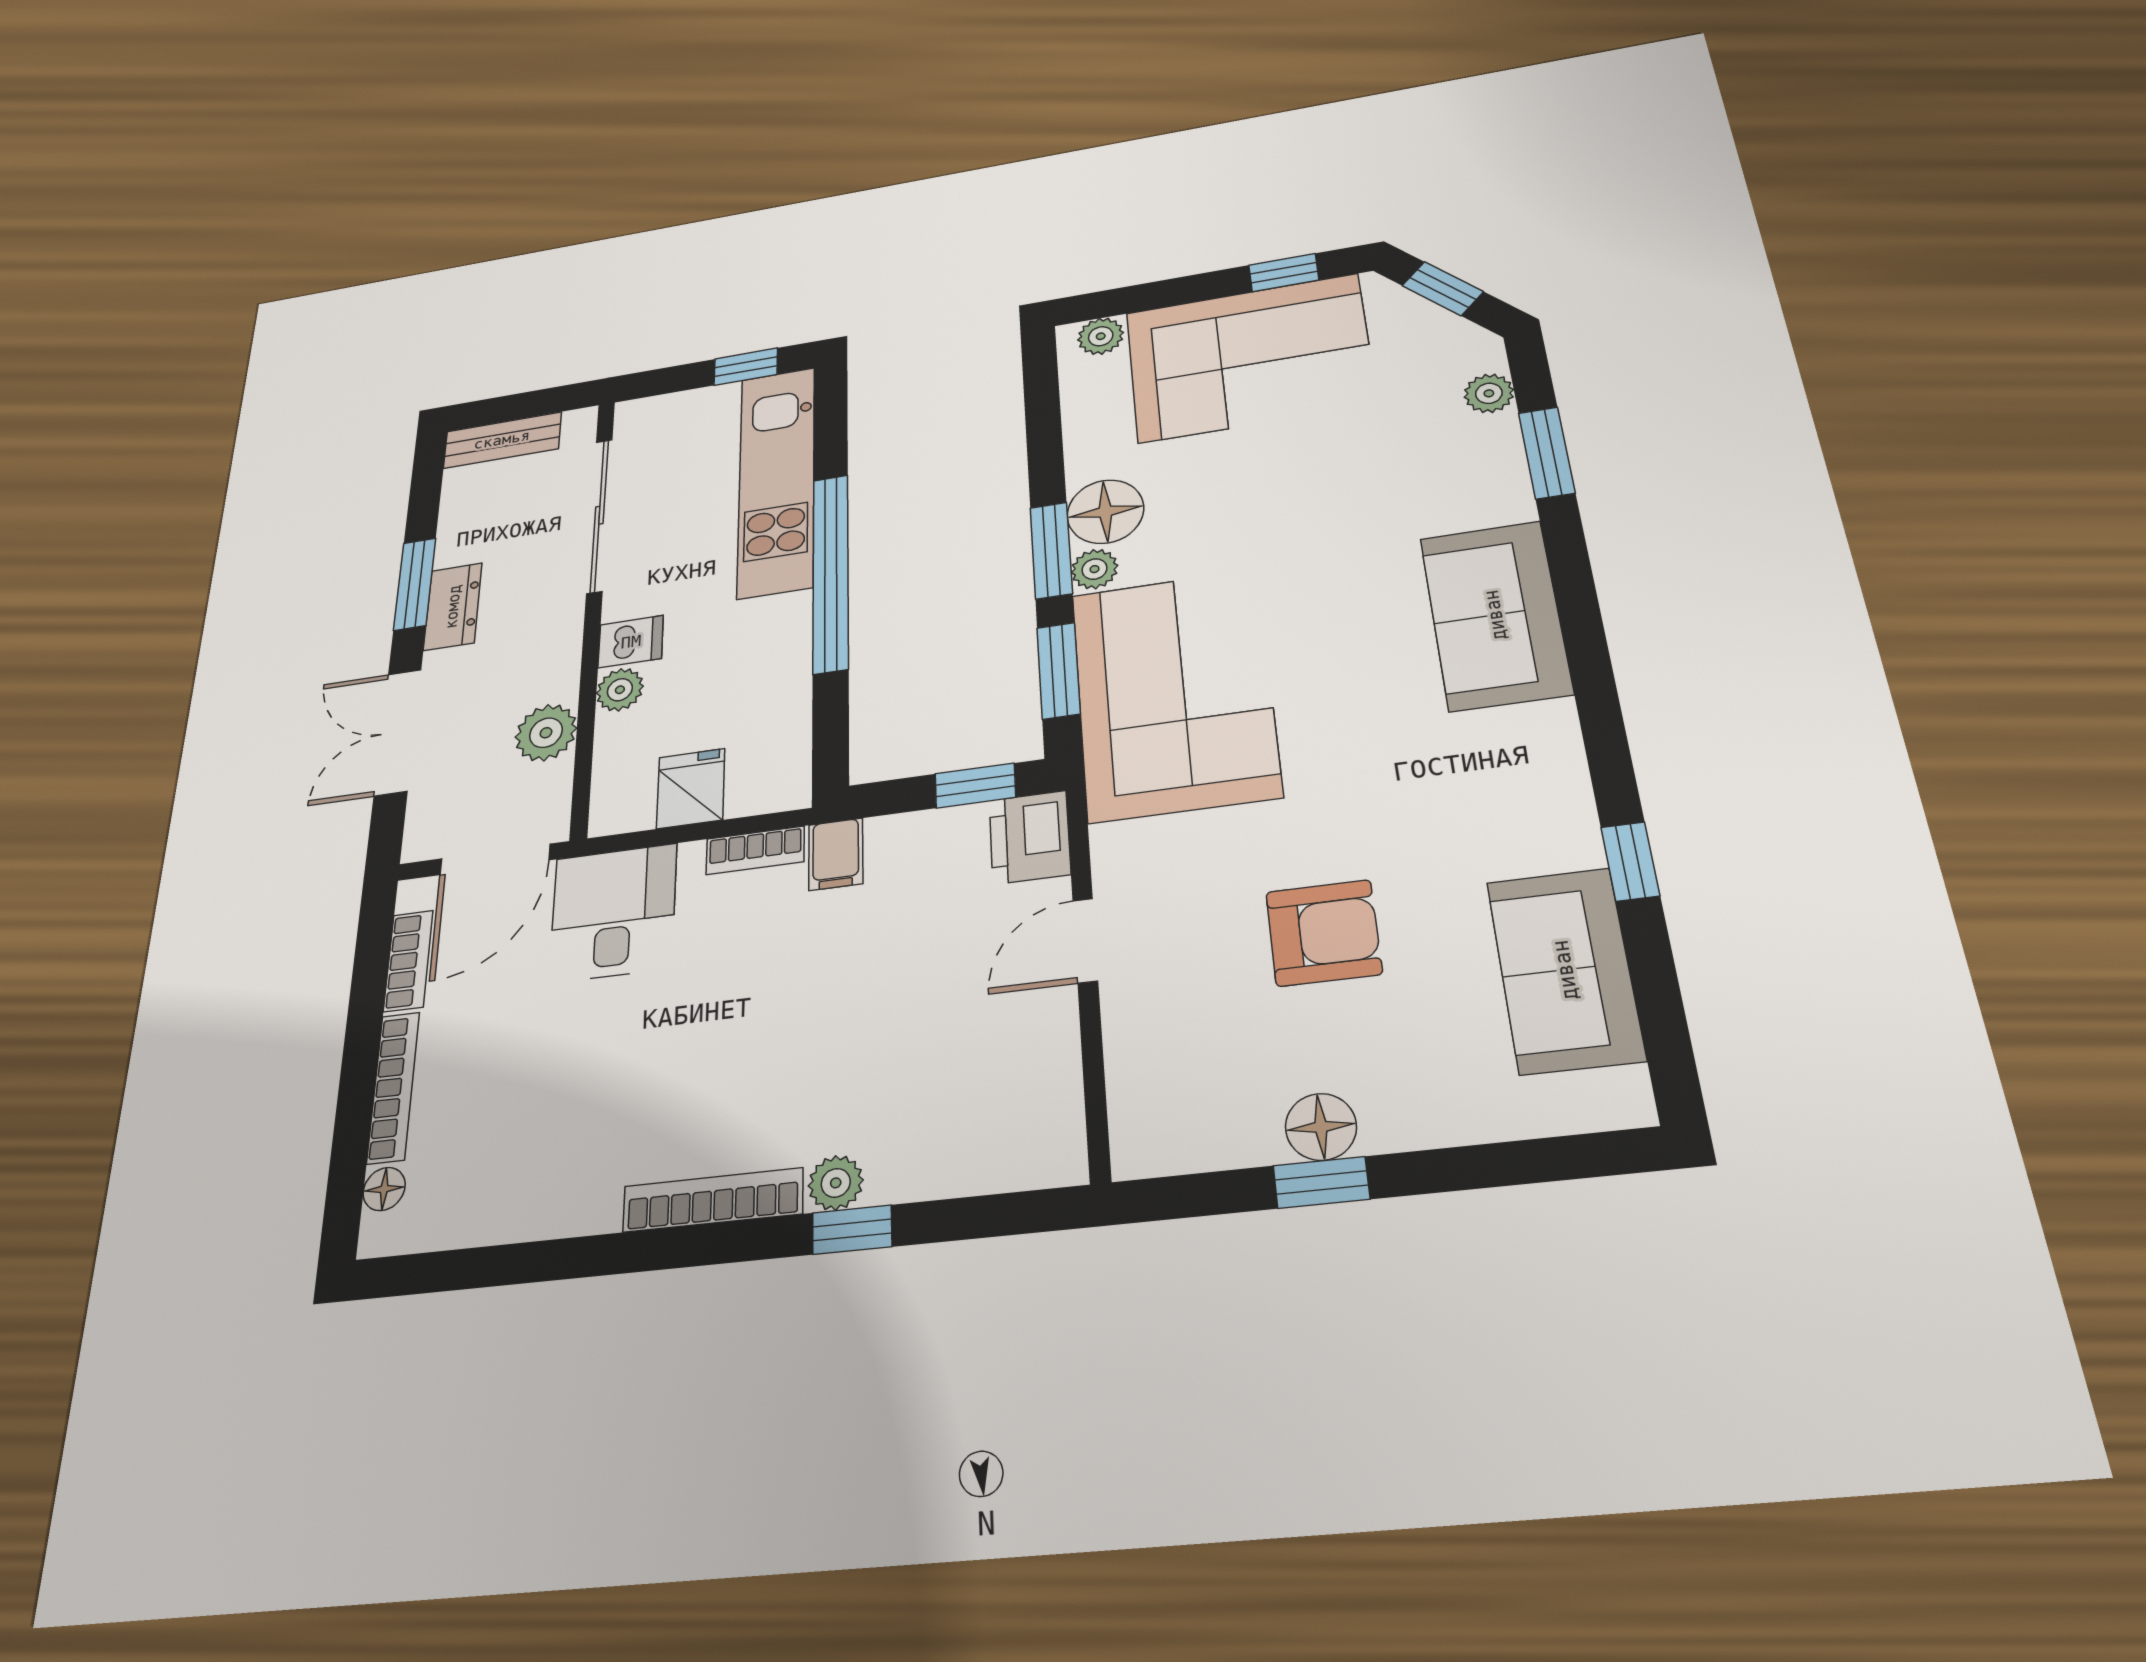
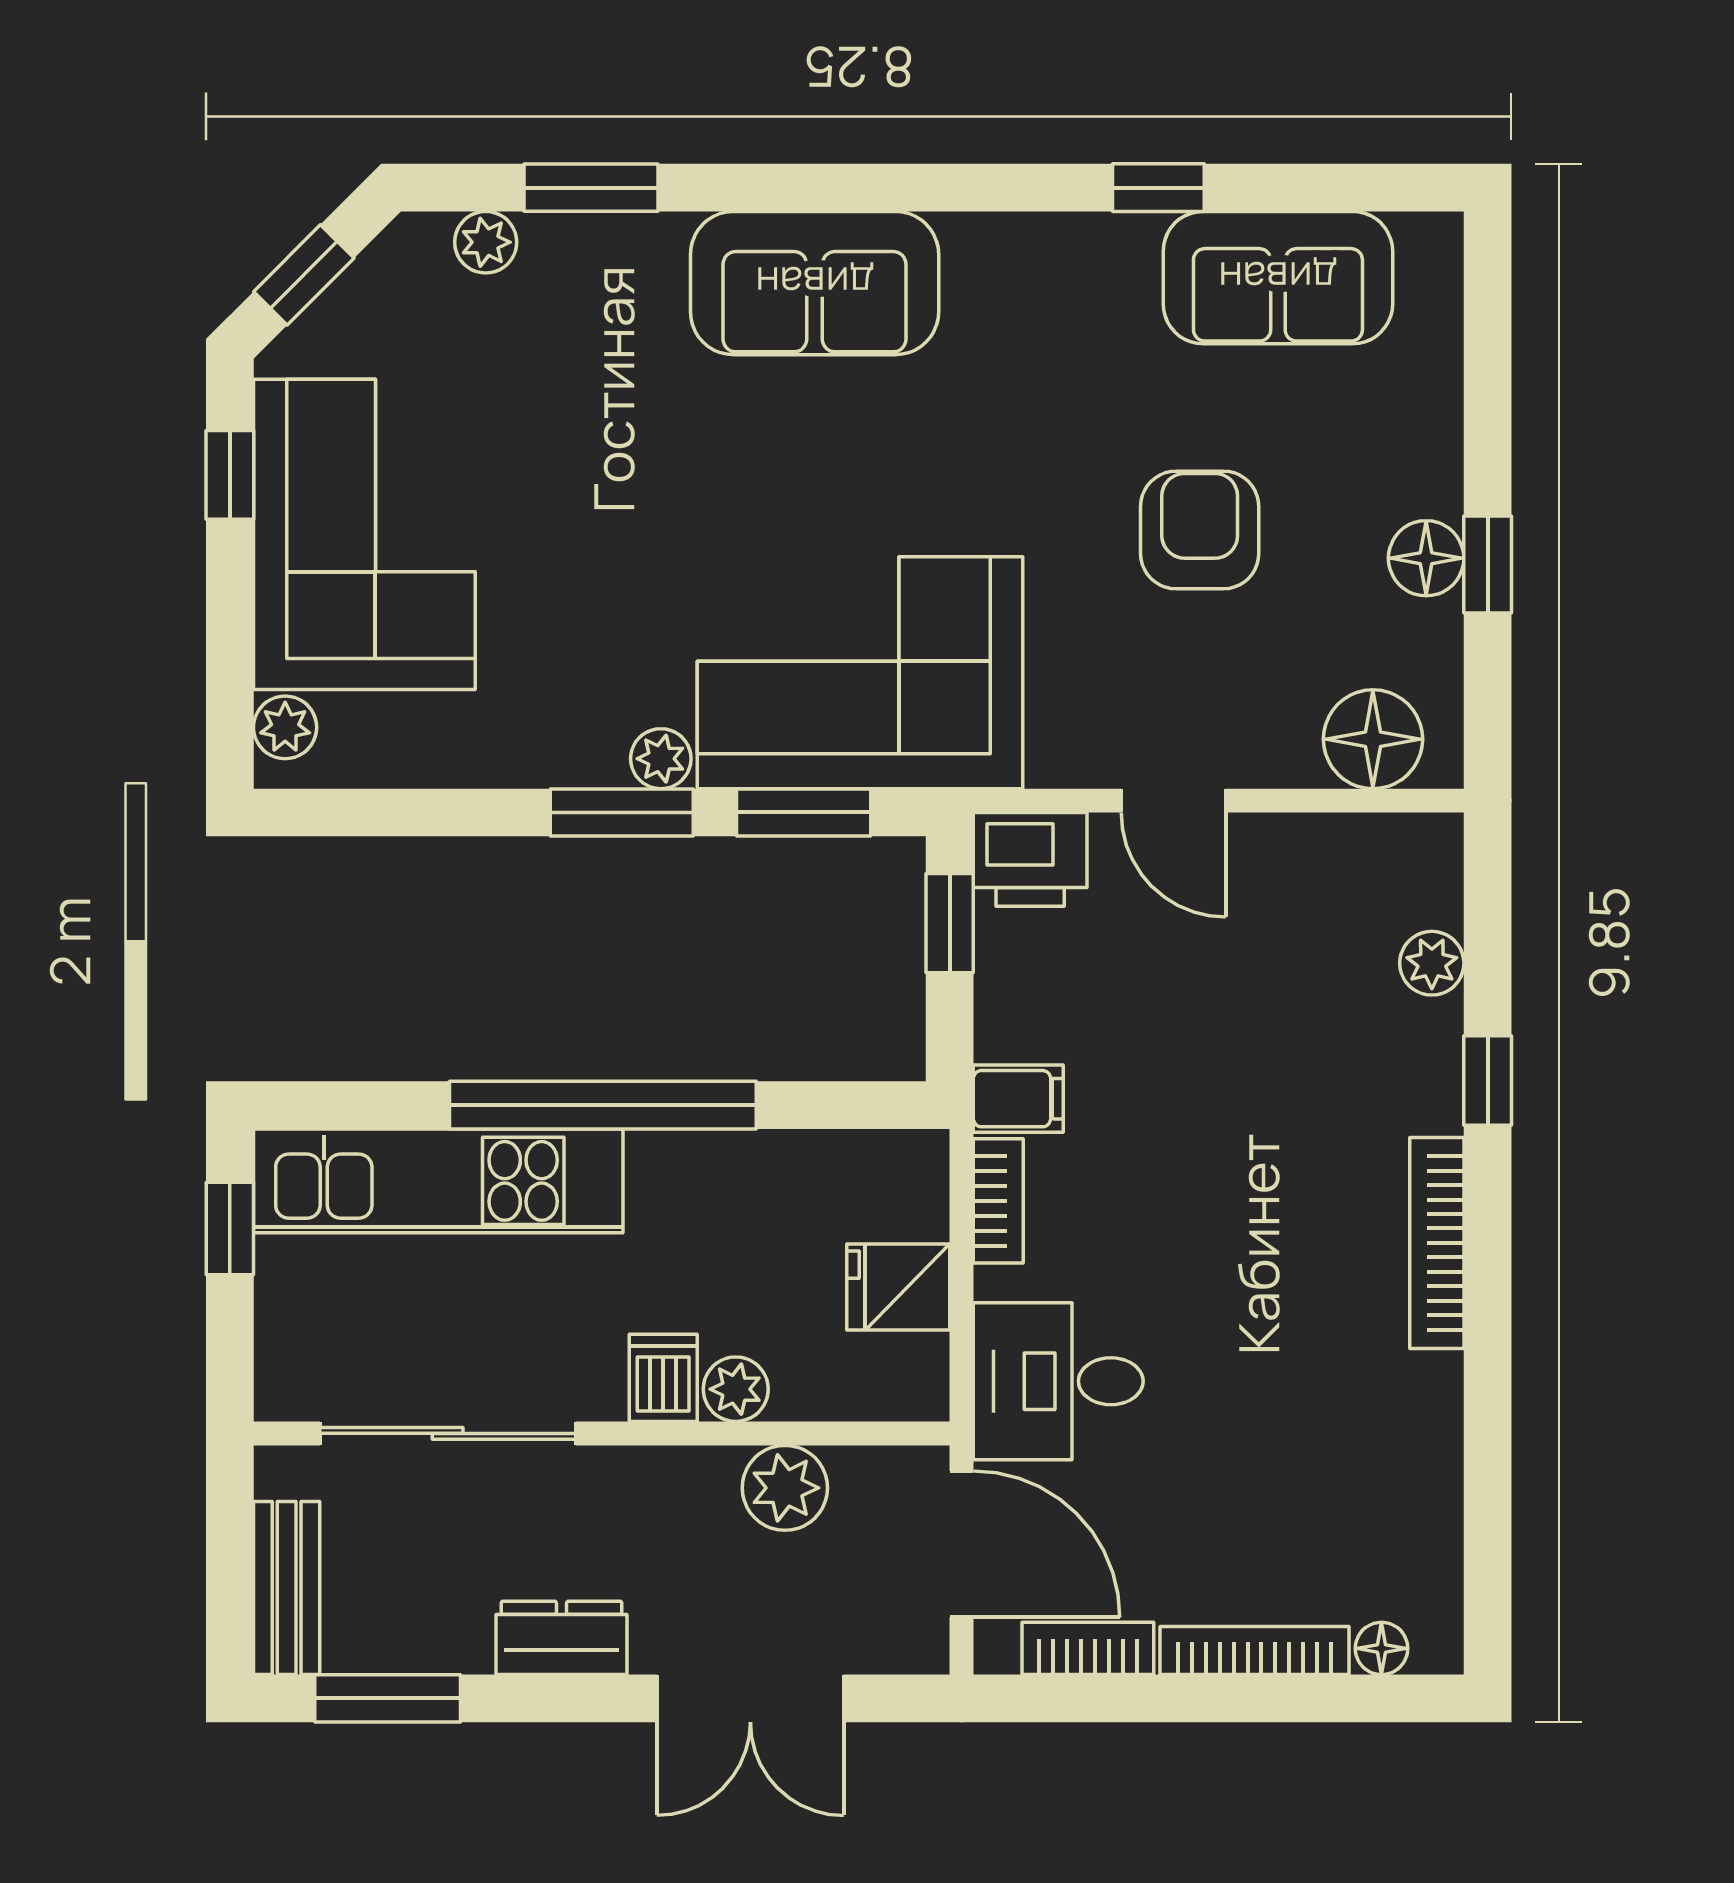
floor lamp: (1105, 512) -> (1373, 739), moved
window: (415, 584) -> (388, 1698), moved
plant: (836, 1183) -> (1432, 963), moved

